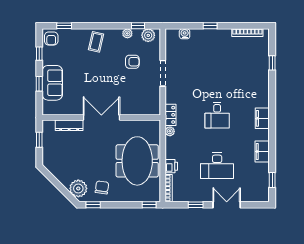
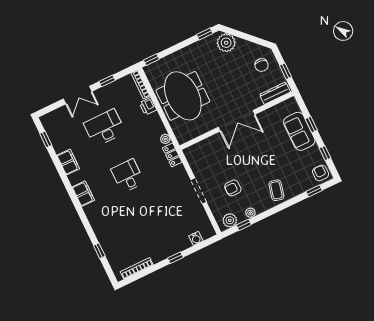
dresser: (69, 125) -> (275, 93), moved
chair: (102, 187) -> (261, 65), moved

